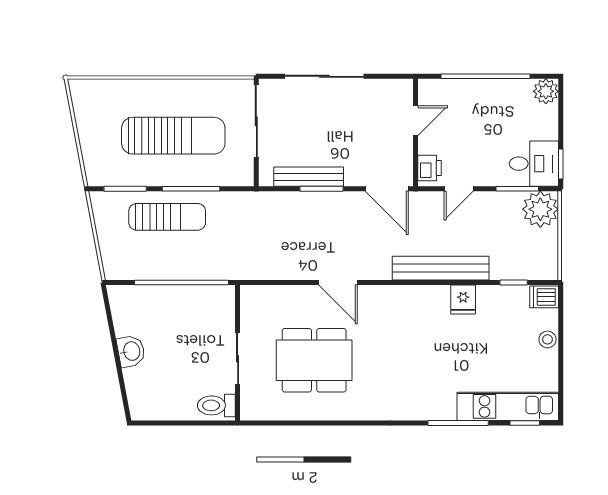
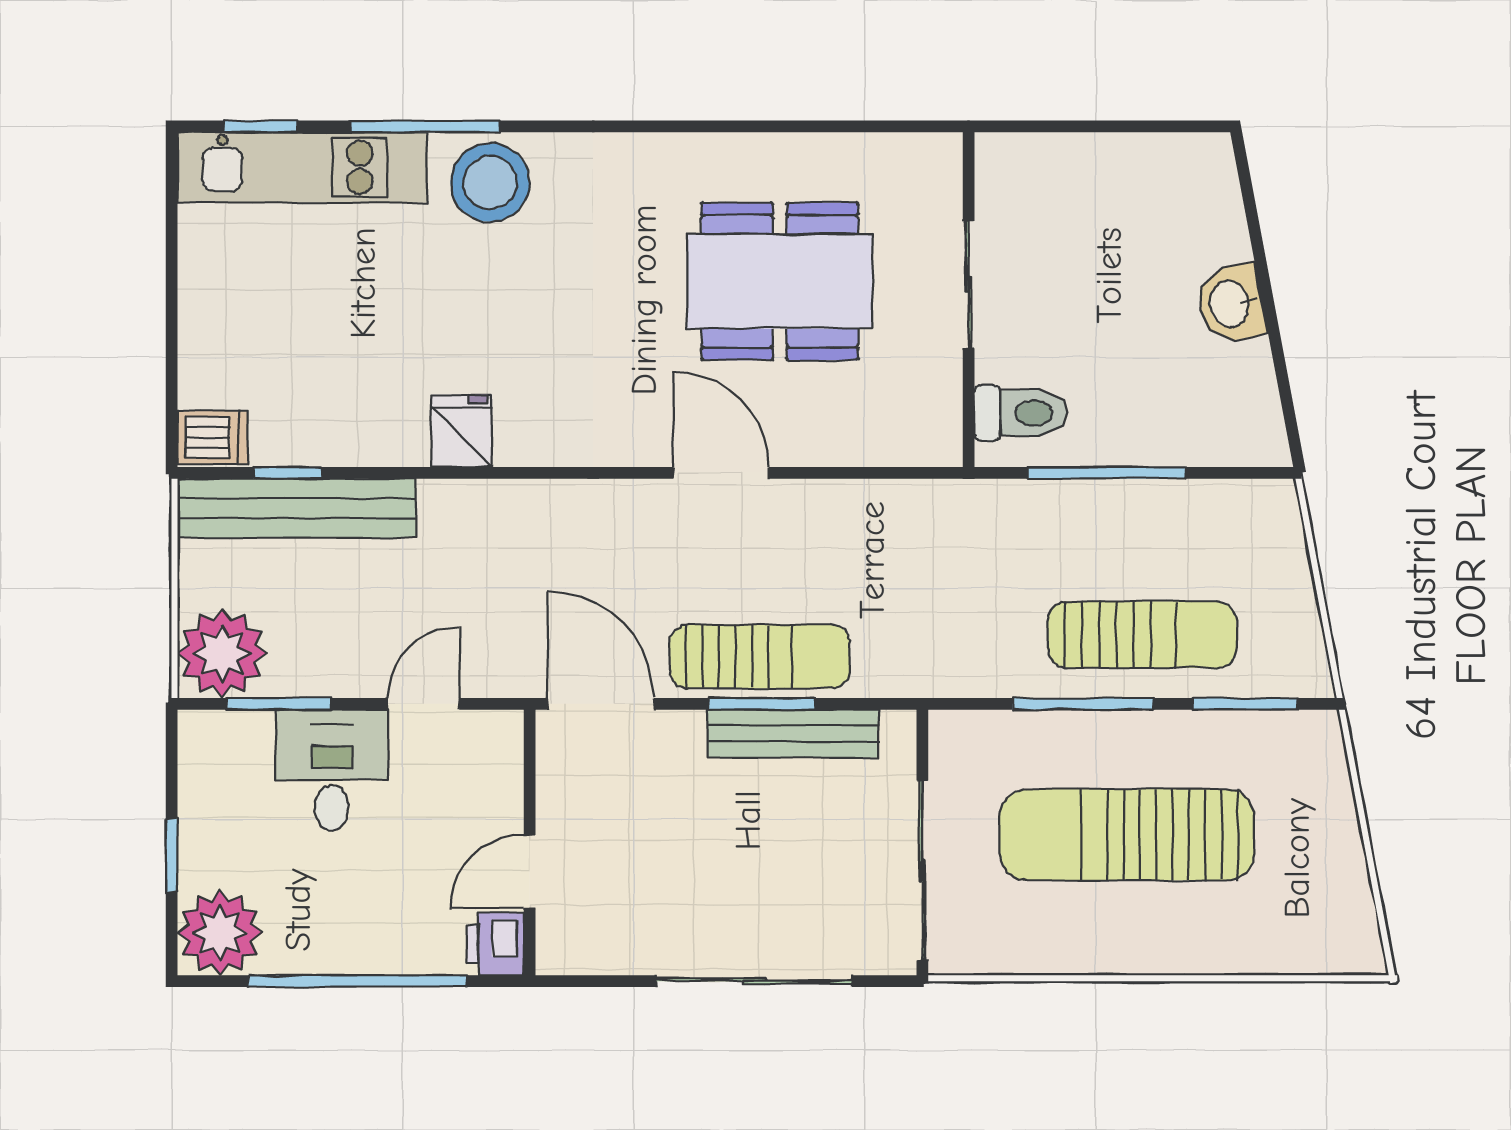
plant: (546, 91) -> (220, 933), width x1.36, depth x1.36
desk: (534, 164) -> (332, 770), moved, turned 90
window: (561, 164) -> (172, 855), moved
printer: (430, 168) -> (495, 944), moved
sun lounger: (322, 208) -> (760, 657), added
sun lounger: (167, 217) -> (1142, 635), turned 180
bench: (441, 268) -> (297, 508), moved
window: (182, 282) -> (1107, 473), width x0.68
fridge: (463, 300) -> (462, 431), moved
stool: (547, 339) -> (490, 183), moved, width x1.89, depth x1.89
toilet: (216, 405) -> (1021, 413), moved

